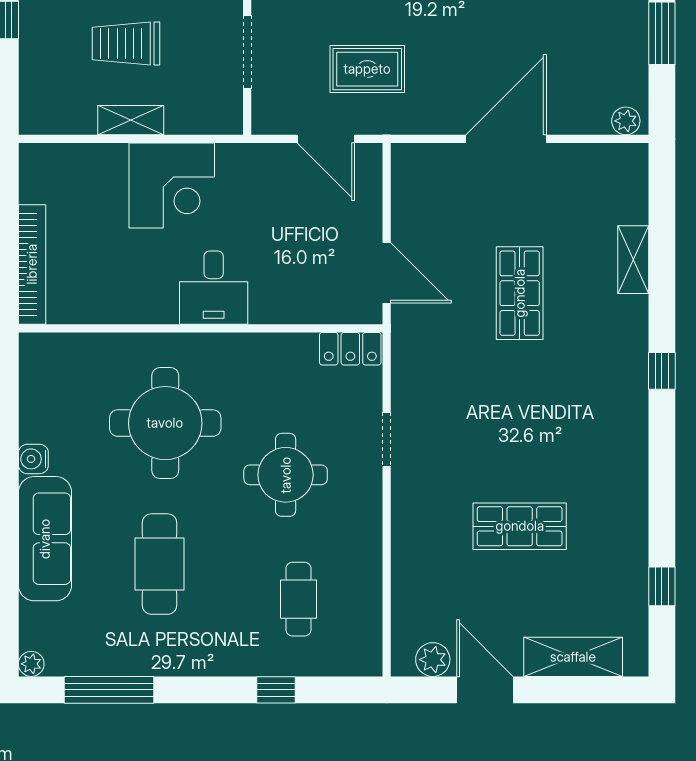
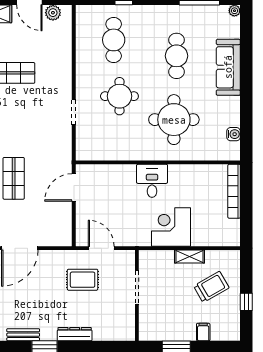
trolley: (126, 44) -> (211, 287), moved, turned -30
door: (387, 273) -> (74, 187), hinge flipped
locker: (350, 349) -> (90, 153), removed
water cooler: (33, 459) -> (234, 134), moved
cafe table: (299, 599) -> (114, 40), width x1.37, depth x1.35

